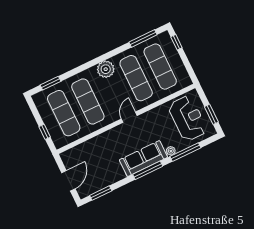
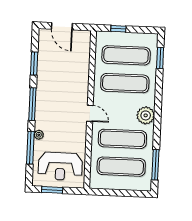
window: (176, 42) -> (135, 193), removed
sofa: (143, 159) -> (45, 106), removed
window: (101, 193) -> (34, 63), moved

